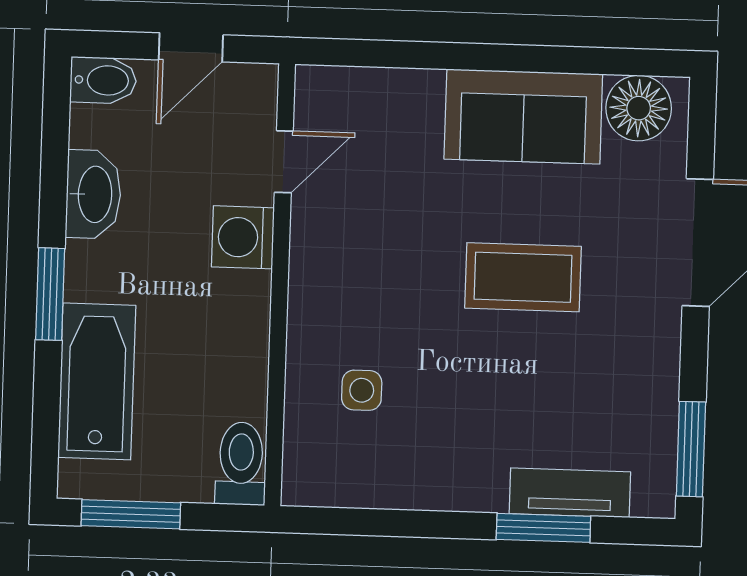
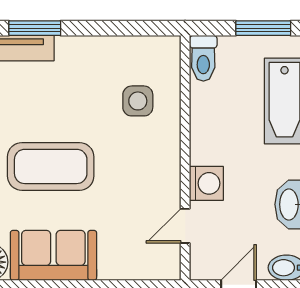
coffee table: (523, 277) -> (51, 166), width x1.36, depth x1.32
side table: (362, 390) -> (138, 101), width x1.37, depth x1.37

